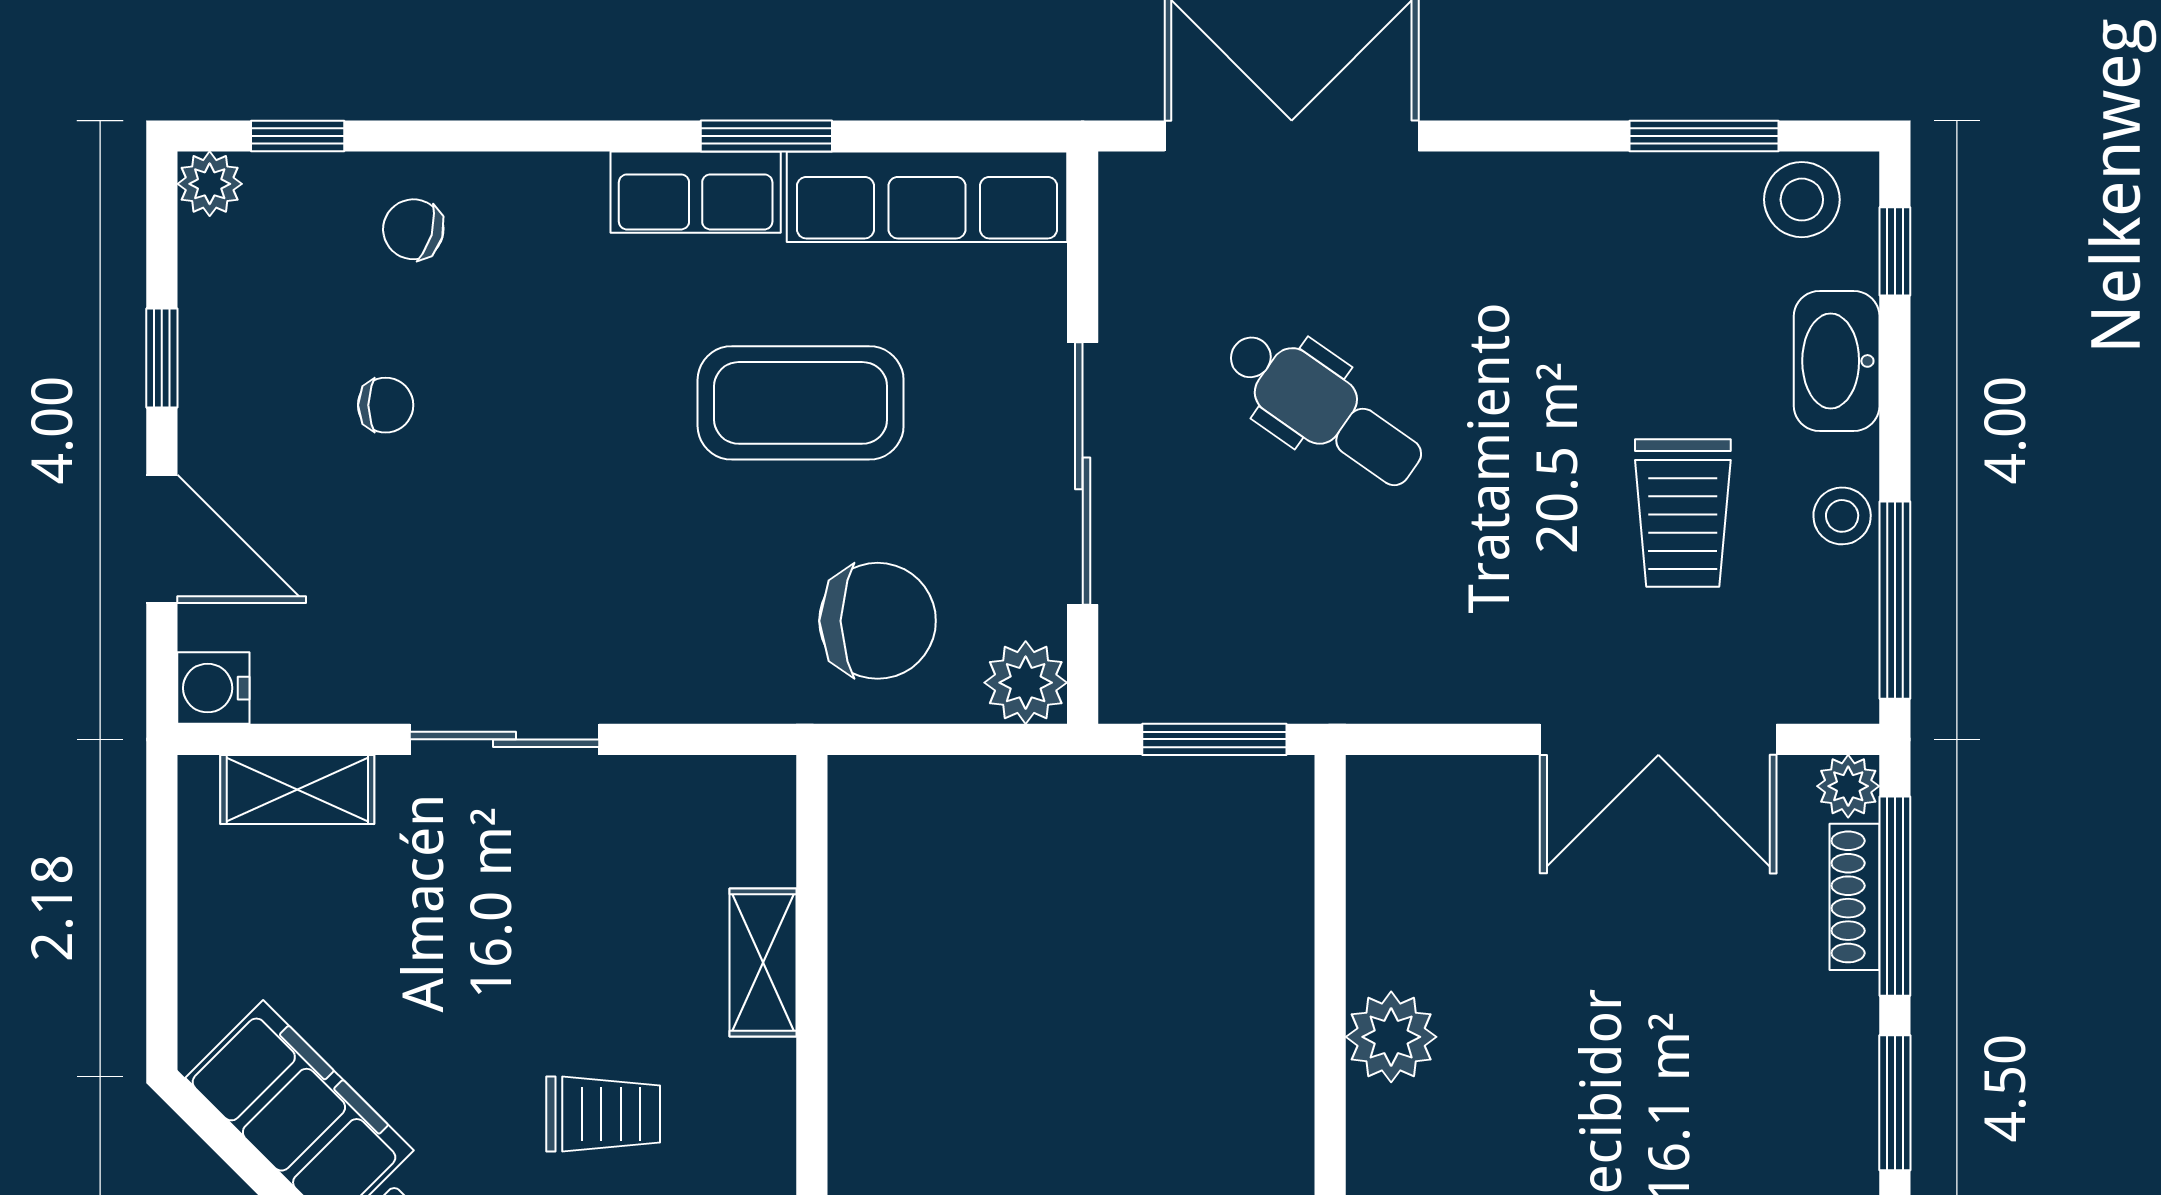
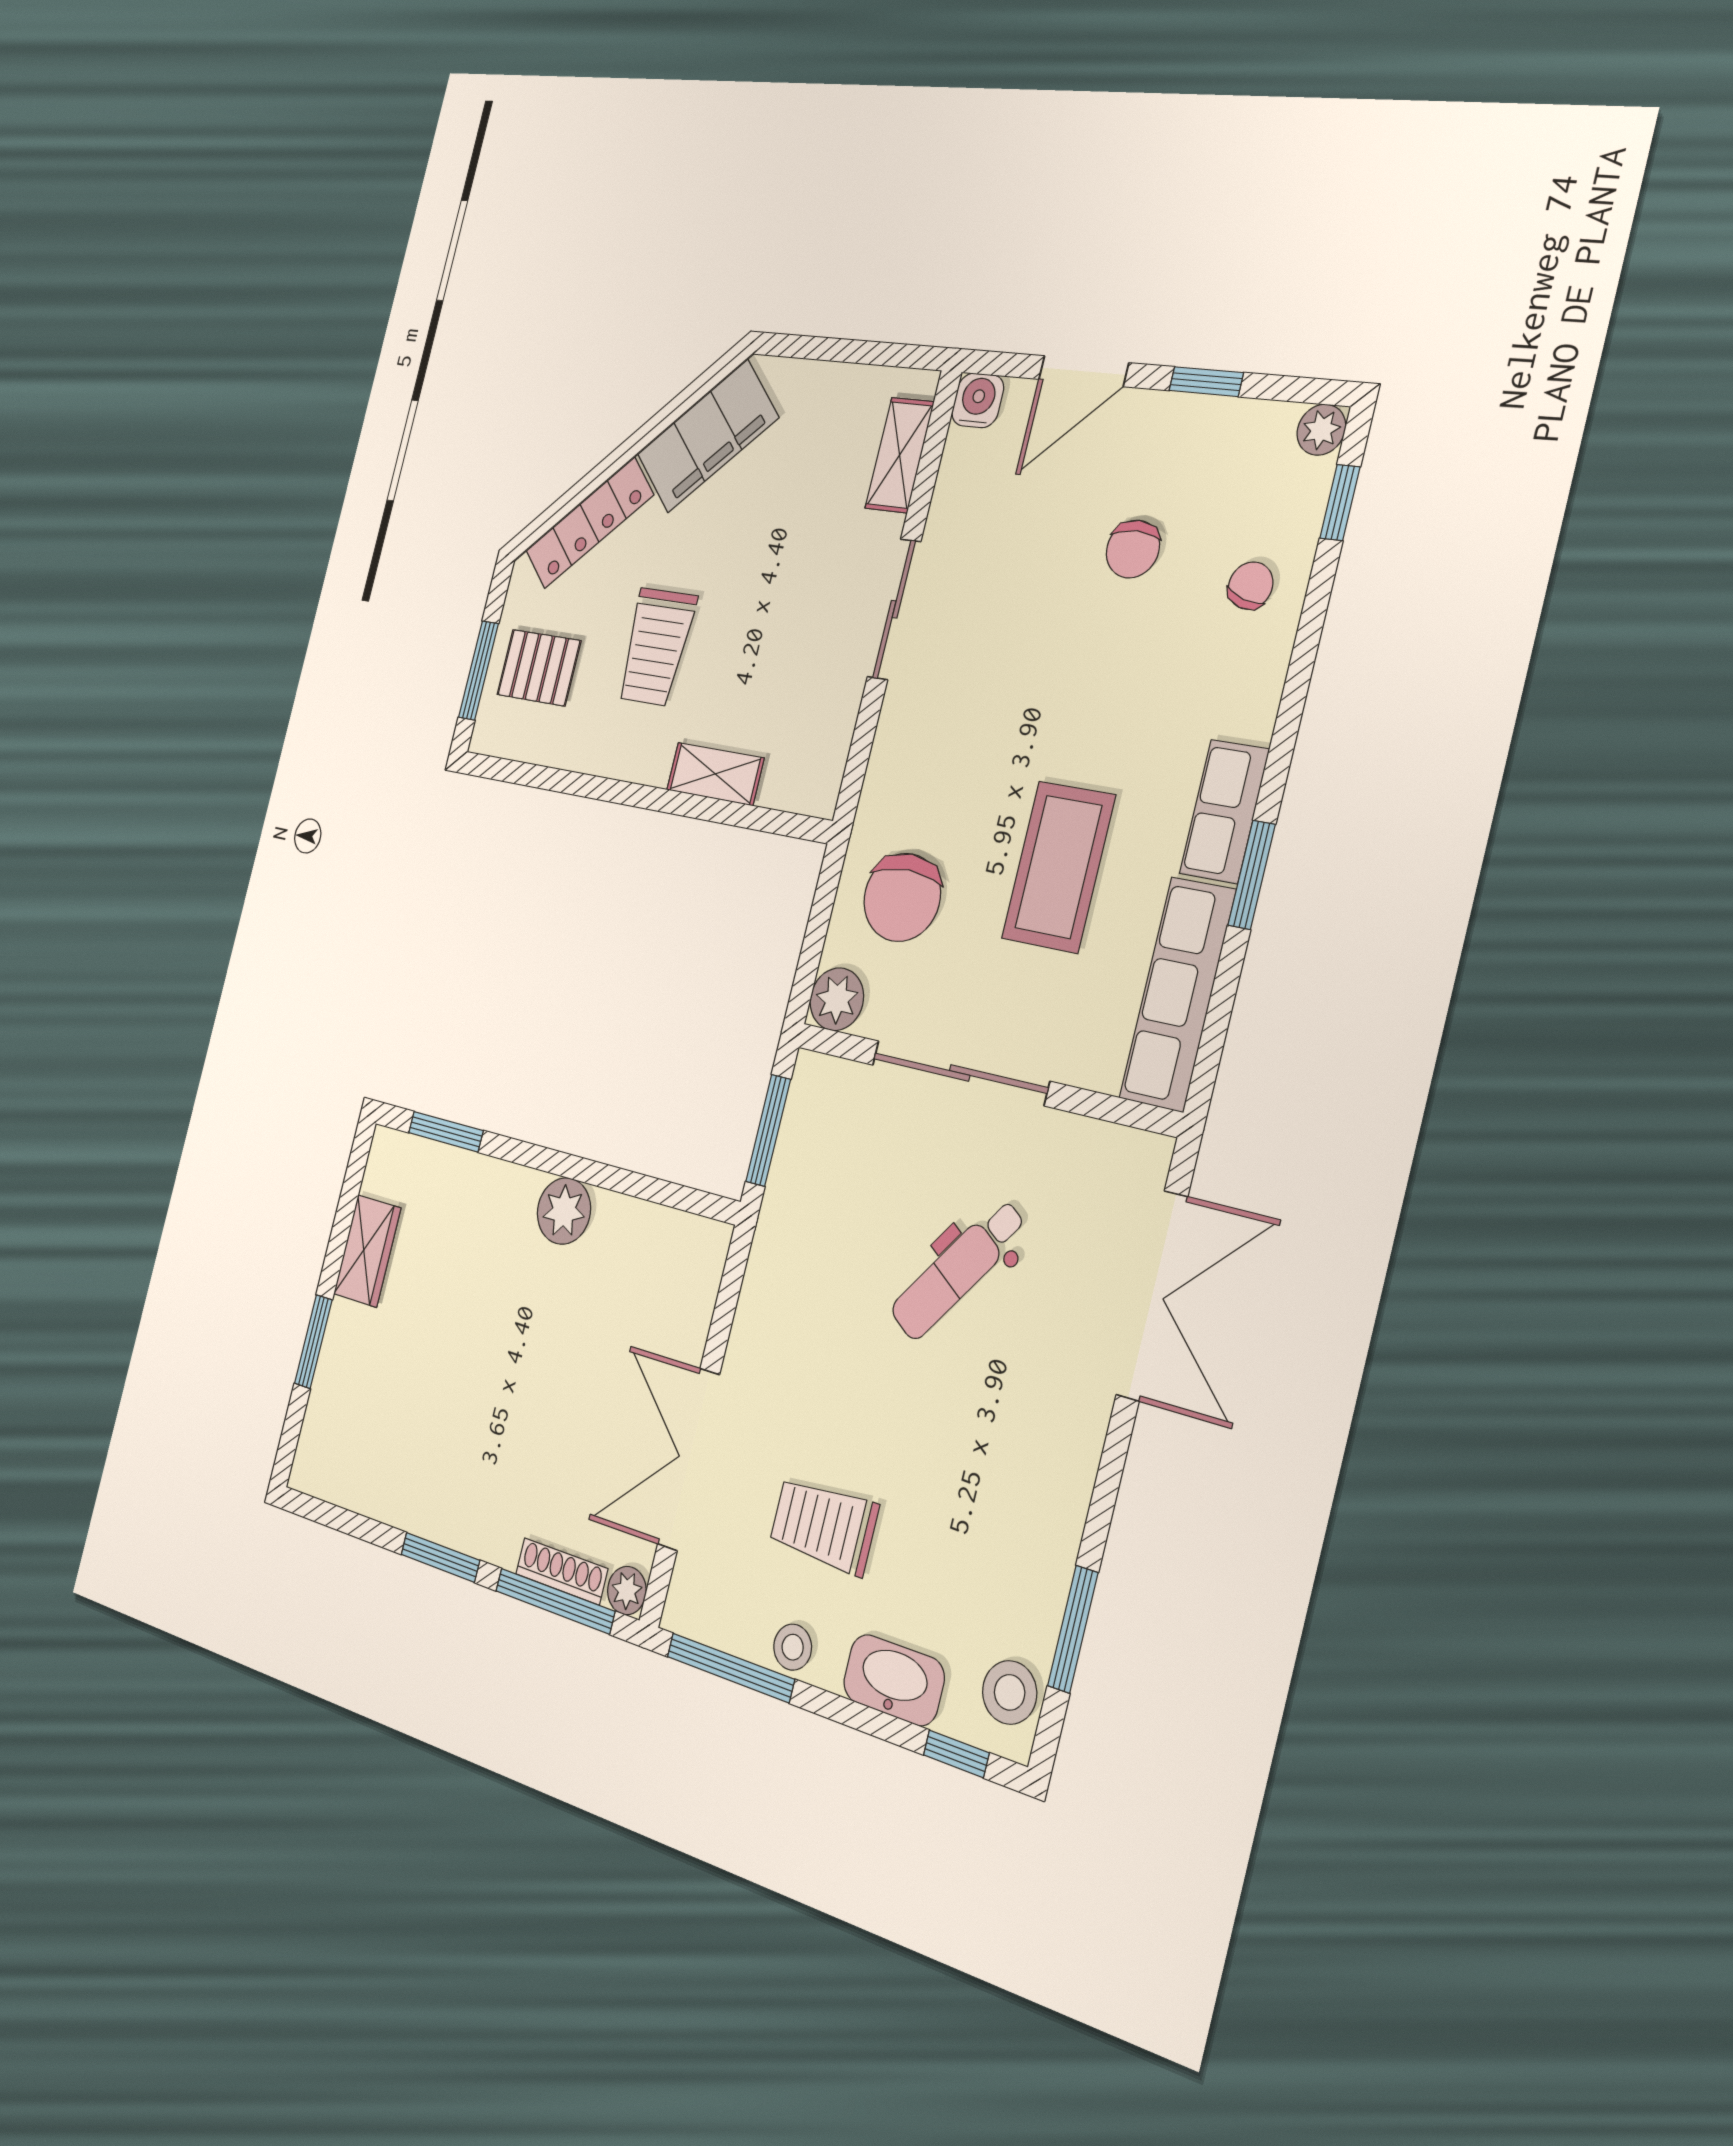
chair: (386, 405) -> (1133, 549), width x1.37, depth x1.37
trolley: (603, 1114) -> (656, 647), width x1.36, depth x1.39

